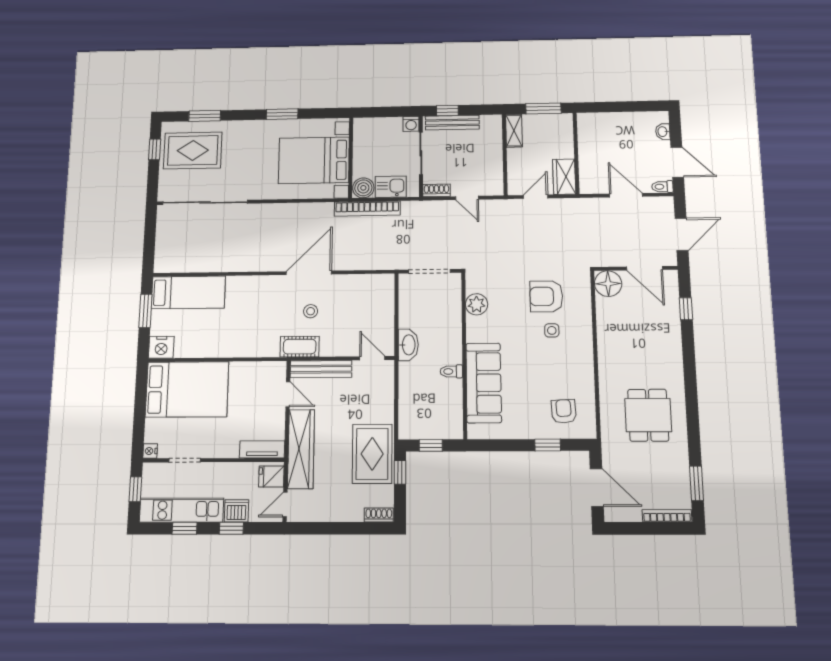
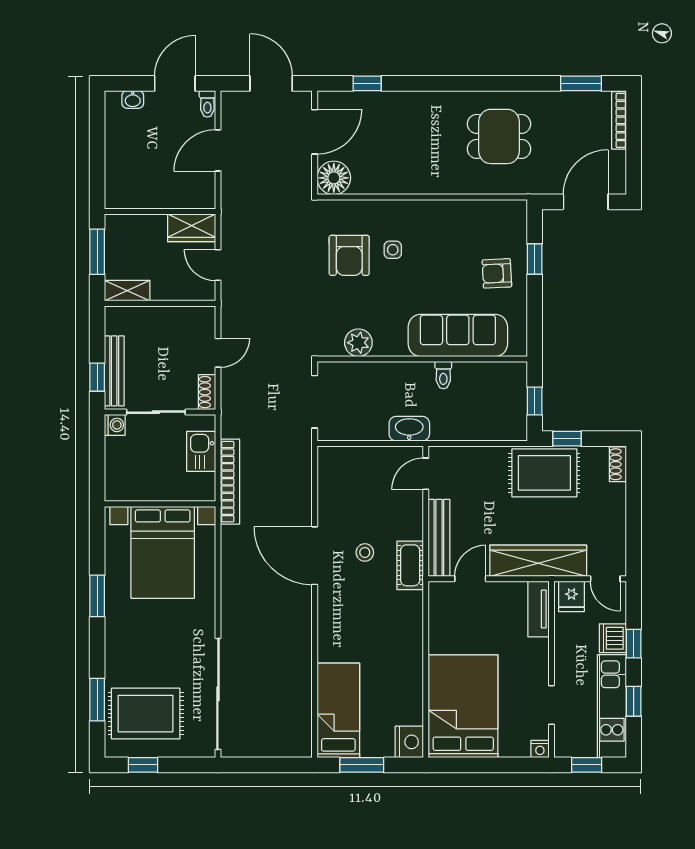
rug: (193, 150) -> (146, 714), turned 90
boiler: (363, 188) -> (202, 487), removed
armchair: (564, 411) -> (497, 273), moved

